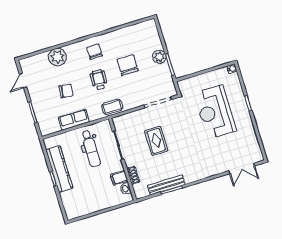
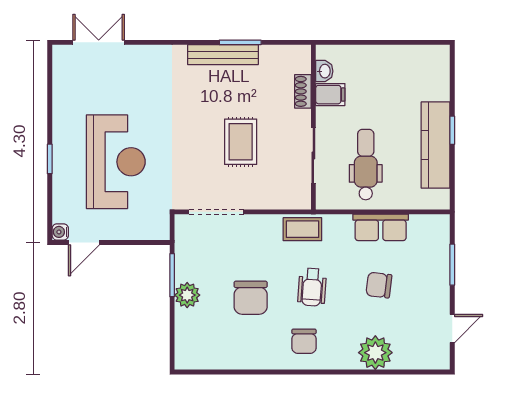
door: (219, 67) -> (84, 242), added
bench: (166, 185) -> (223, 55), moved

